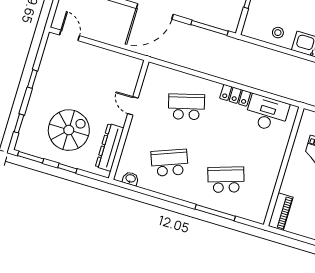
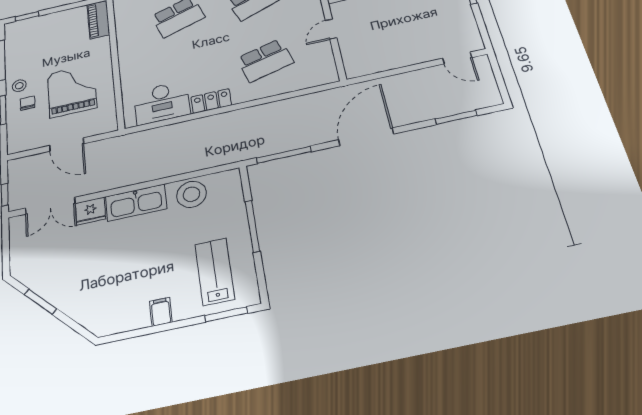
stool: (278, 33) -> (191, 194), width x1.89, depth x1.89
door: (133, 106) -> (331, 29), swing flipped

